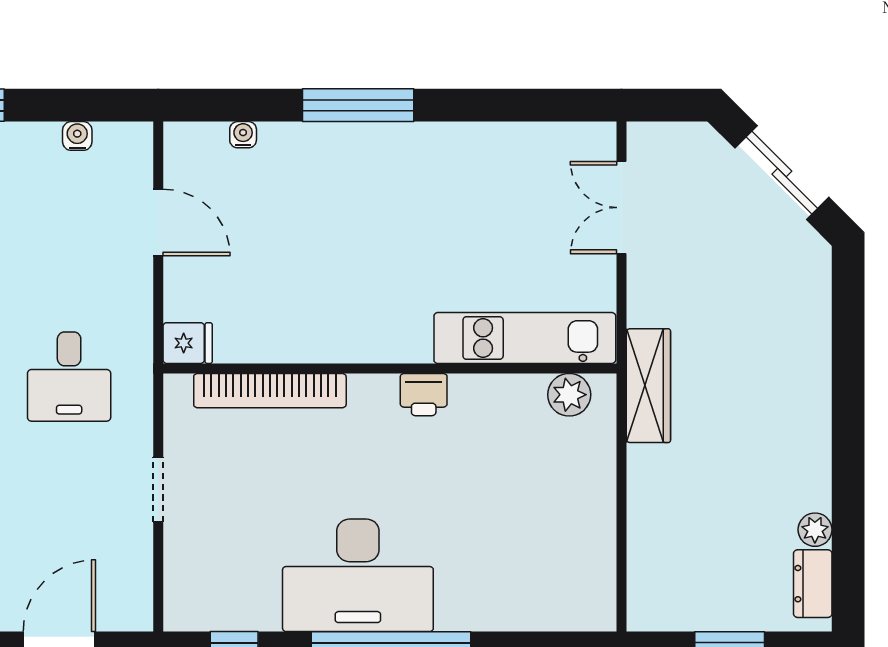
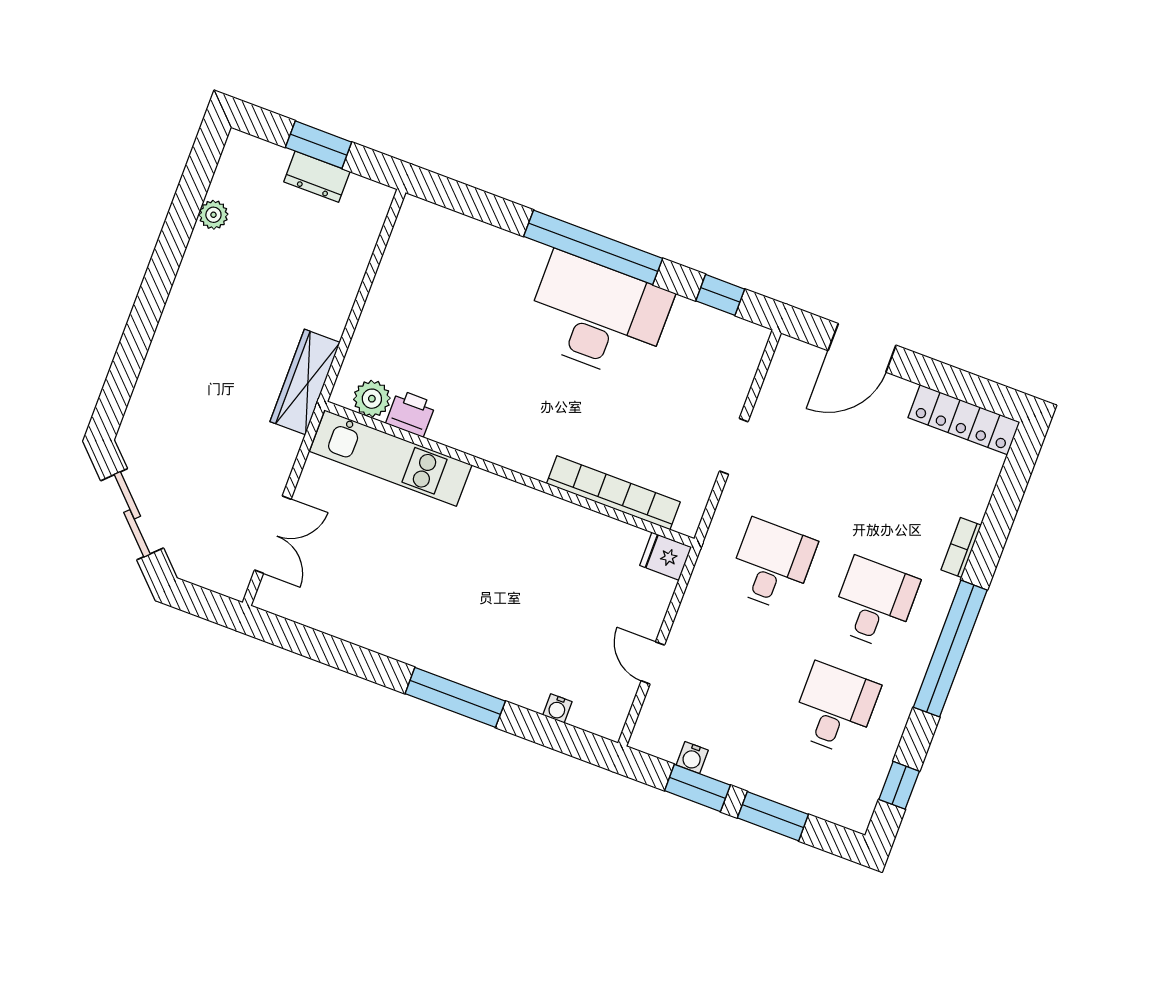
window: (59, 105) -> (697, 788), added
door: (158, 222) -> (653, 663), width x0.73
printer: (424, 395) -> (411, 413), moved
dresser: (813, 584) -> (317, 177), moved, turned 90

